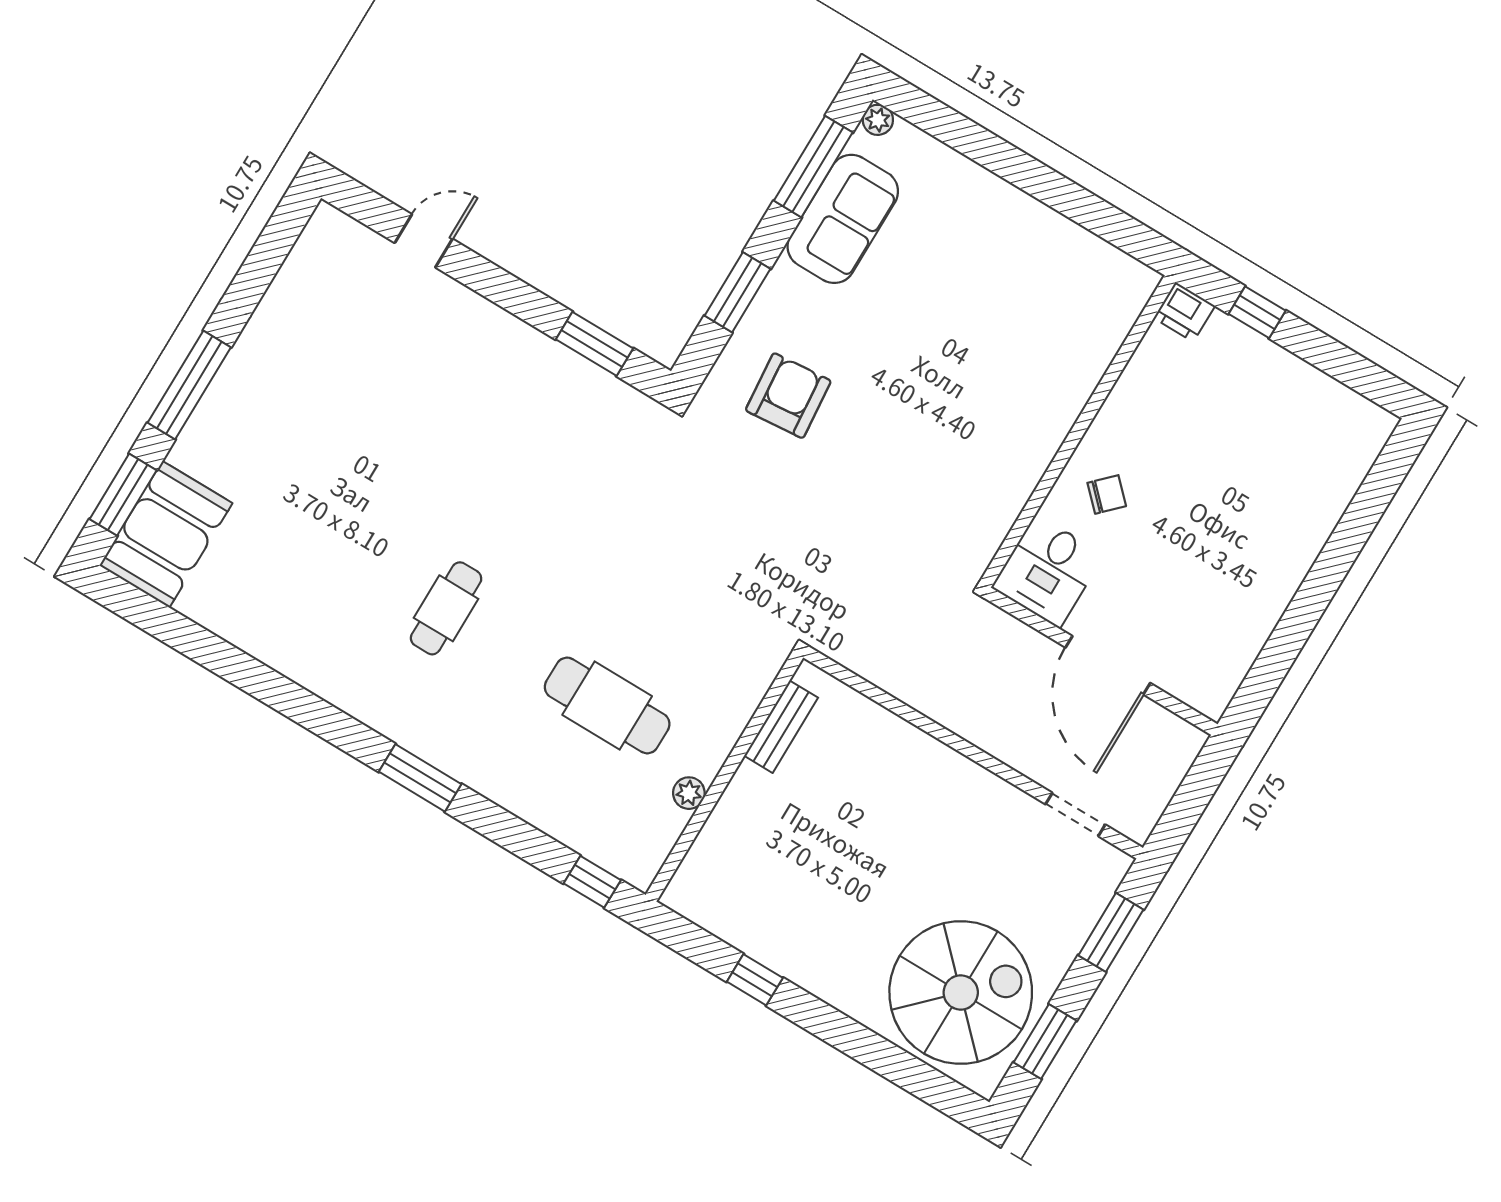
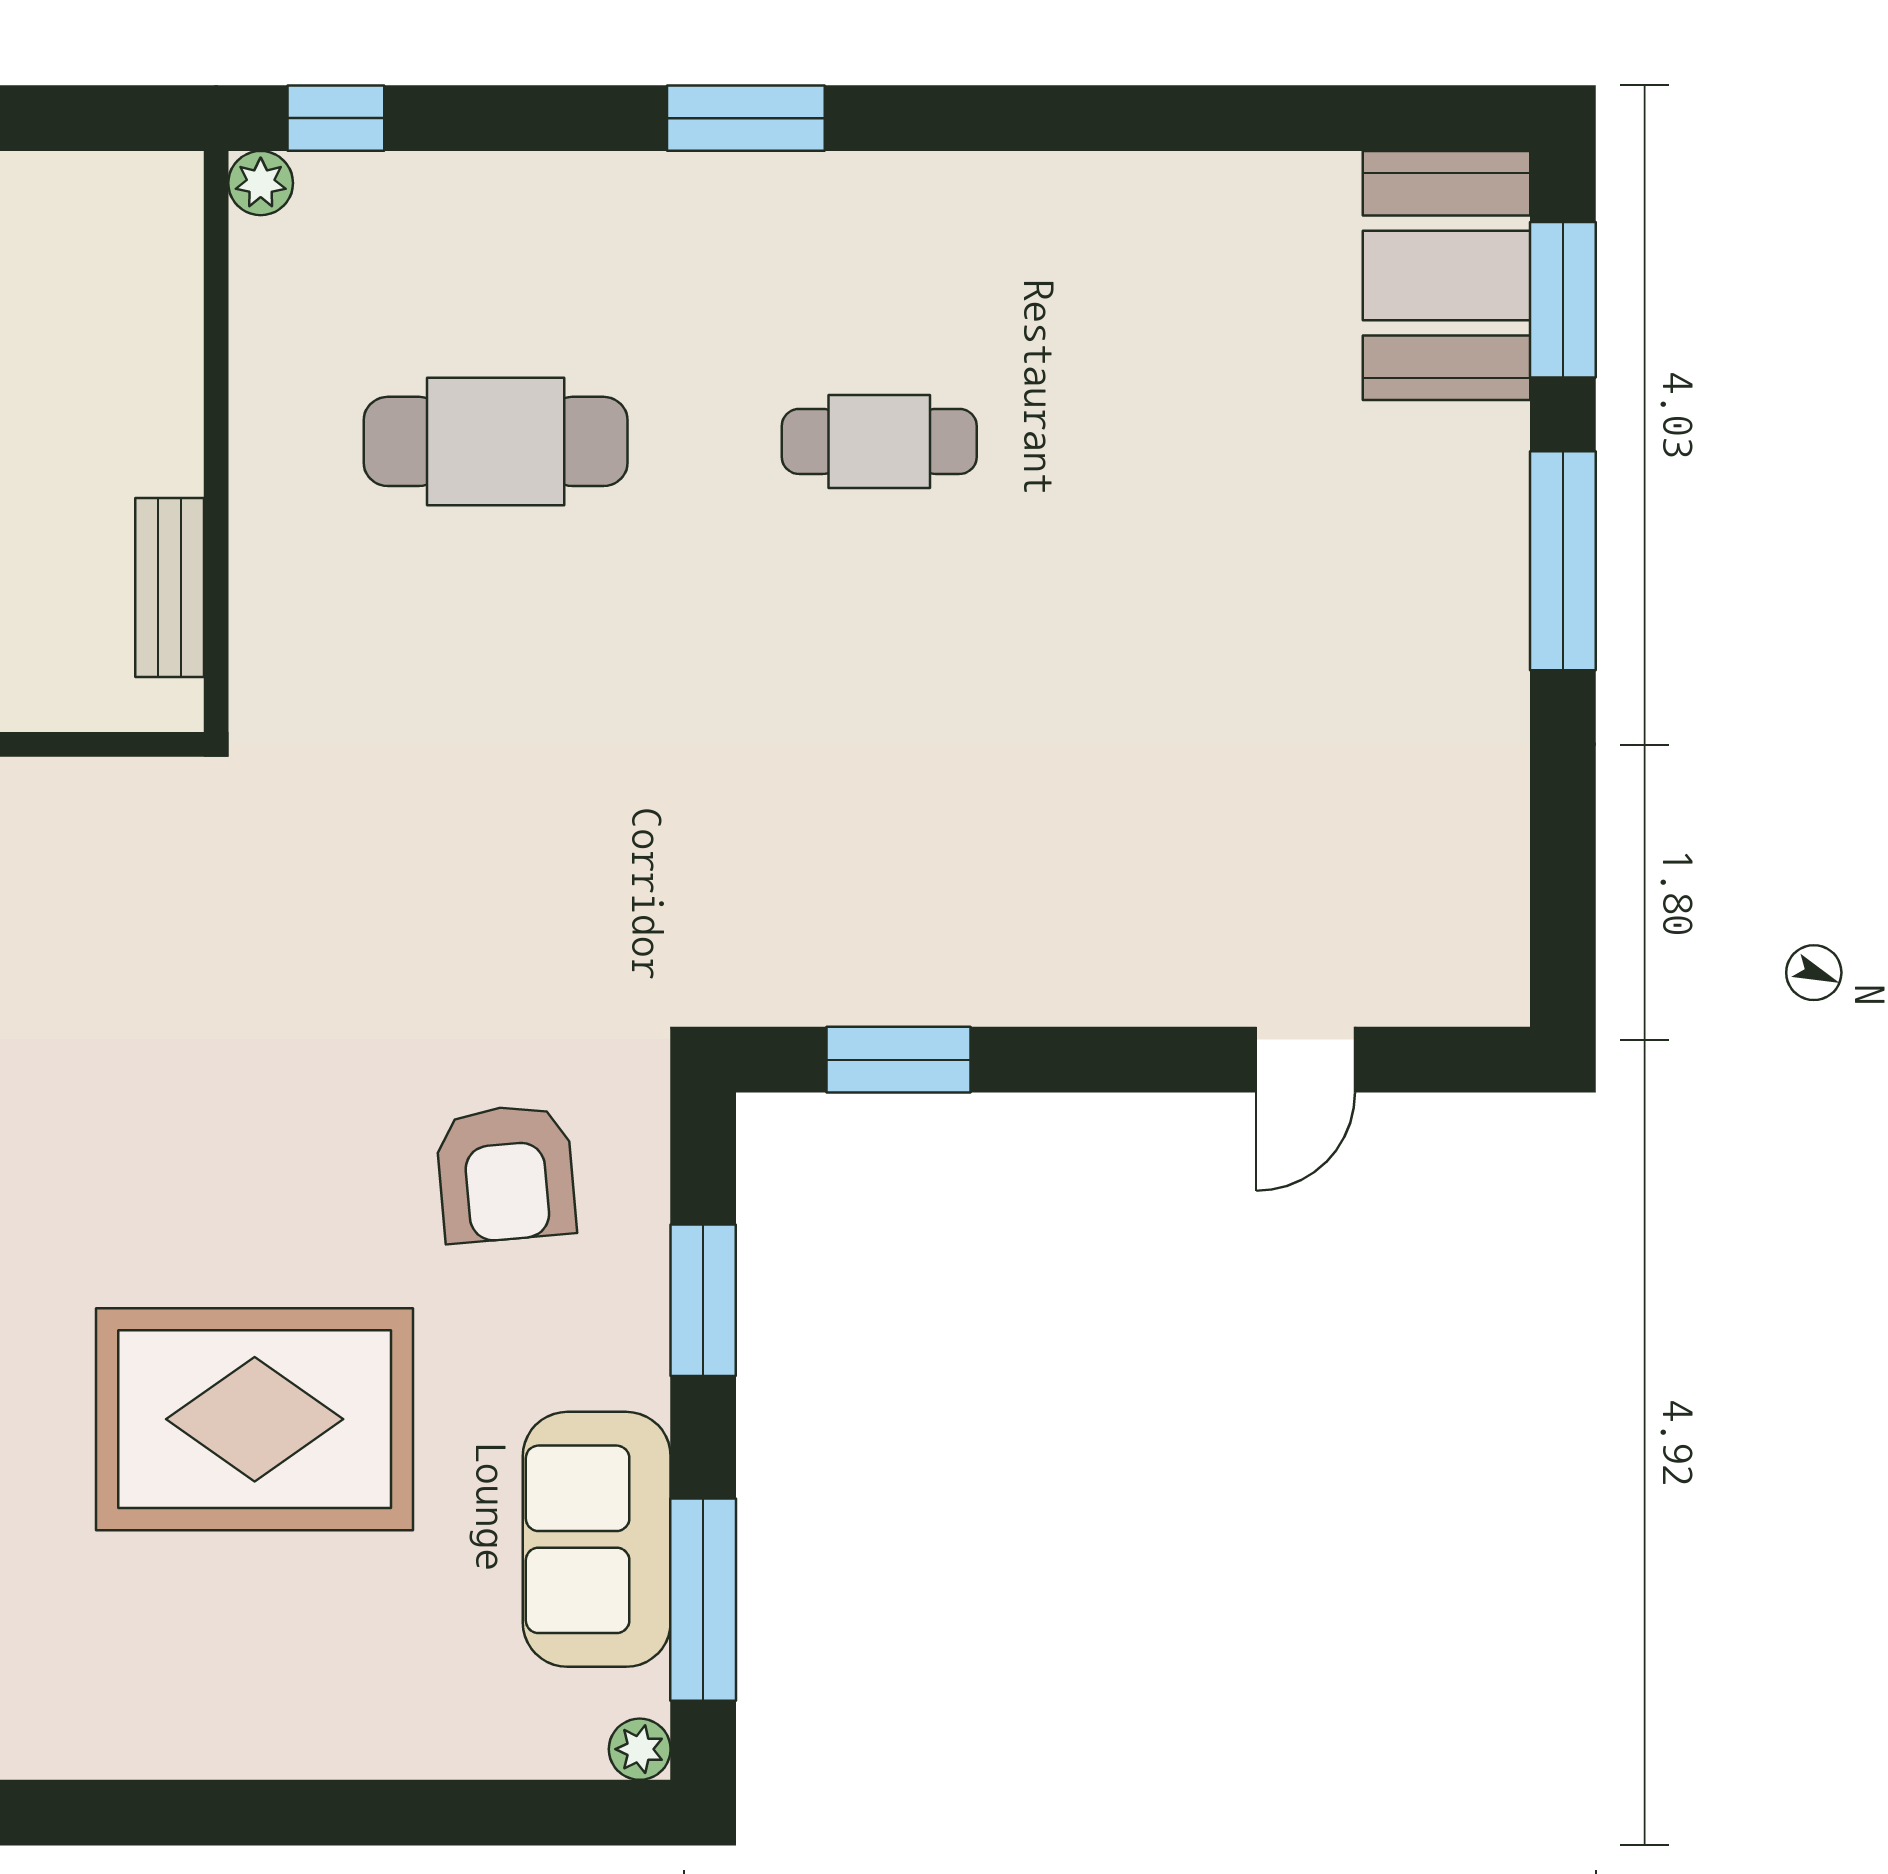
rug: (956, 356) -> (255, 1419), added
cafe table: (446, 608) -> (879, 441), turned 90
plant: (689, 793) -> (261, 183), moved

